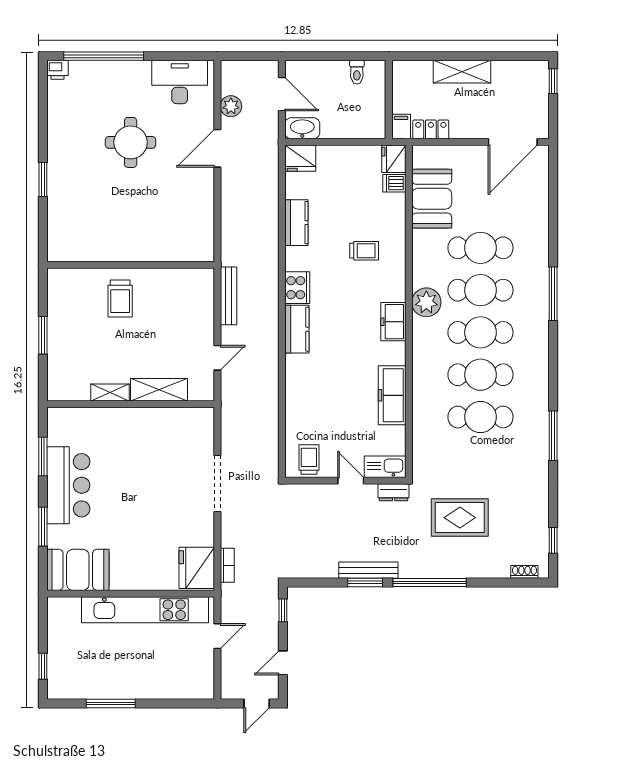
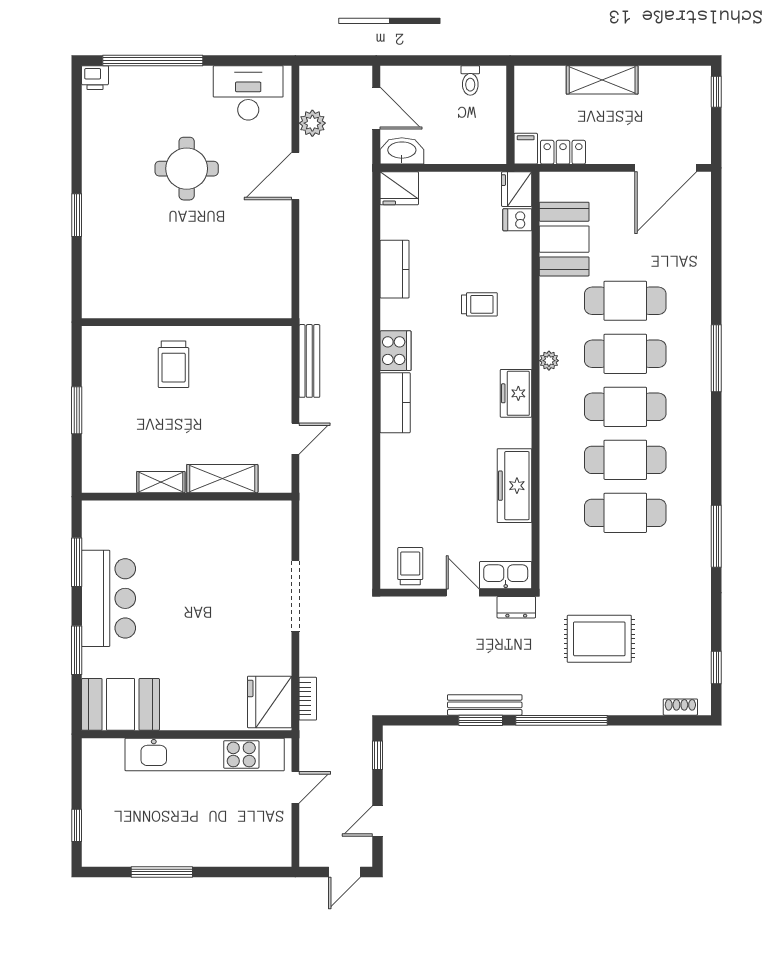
plant: (426, 302) -> (549, 361), width x0.53, depth x0.53

